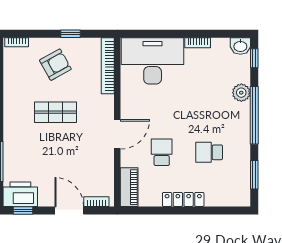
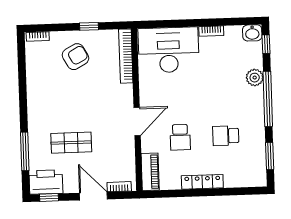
shop shelf: (56, 112) -> (71, 143), moved
school desk: (162, 152) -> (180, 137), turned 180

